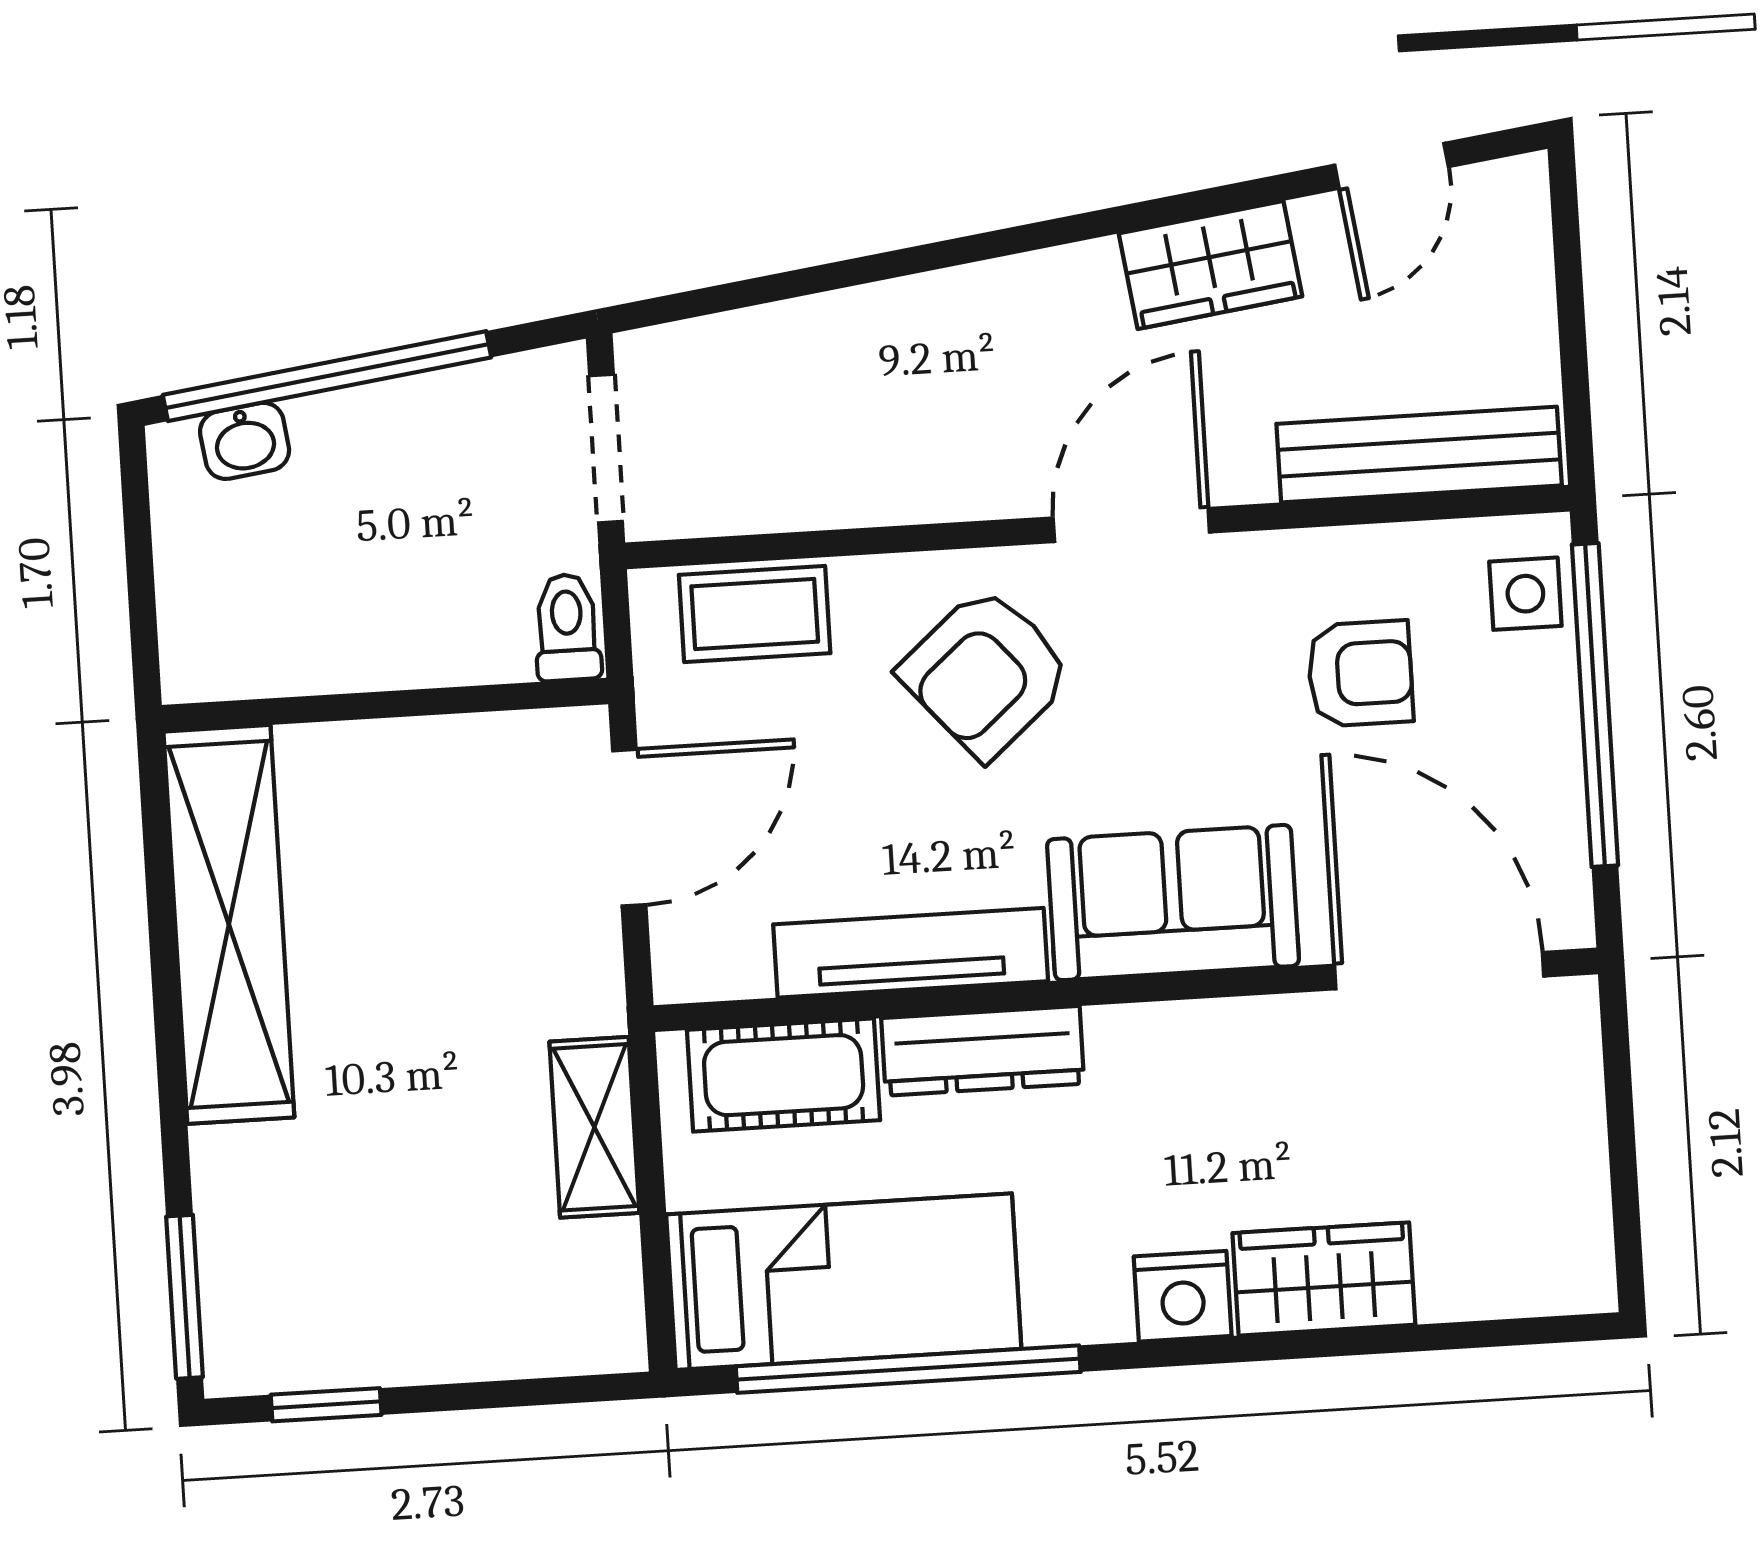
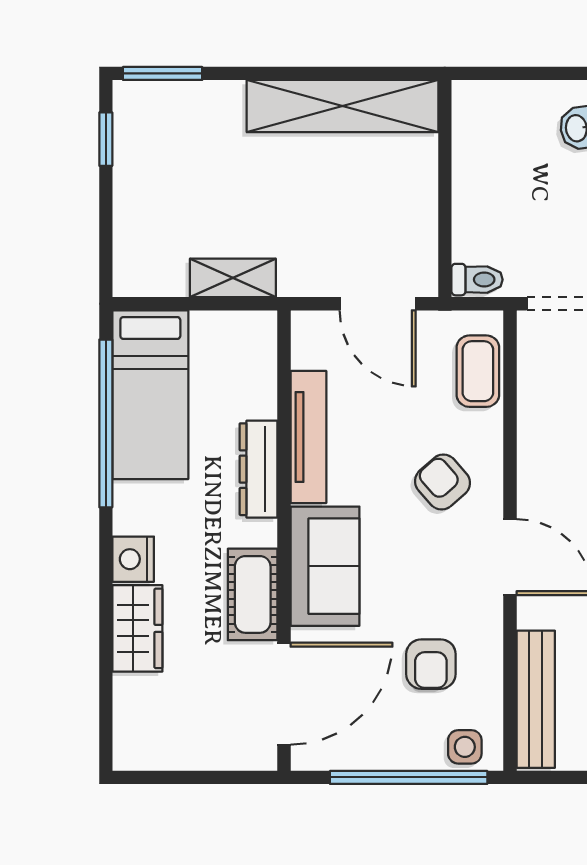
armchair: (986, 673) -> (442, 482), width x0.72, depth x0.72
cot: (784, 1075) -> (253, 594), moved

